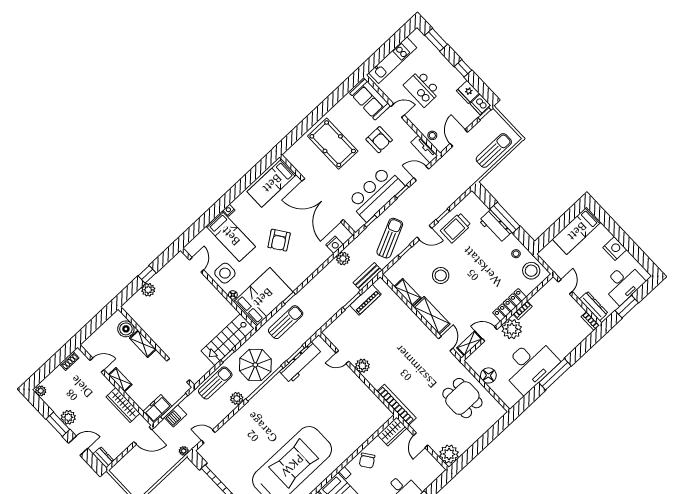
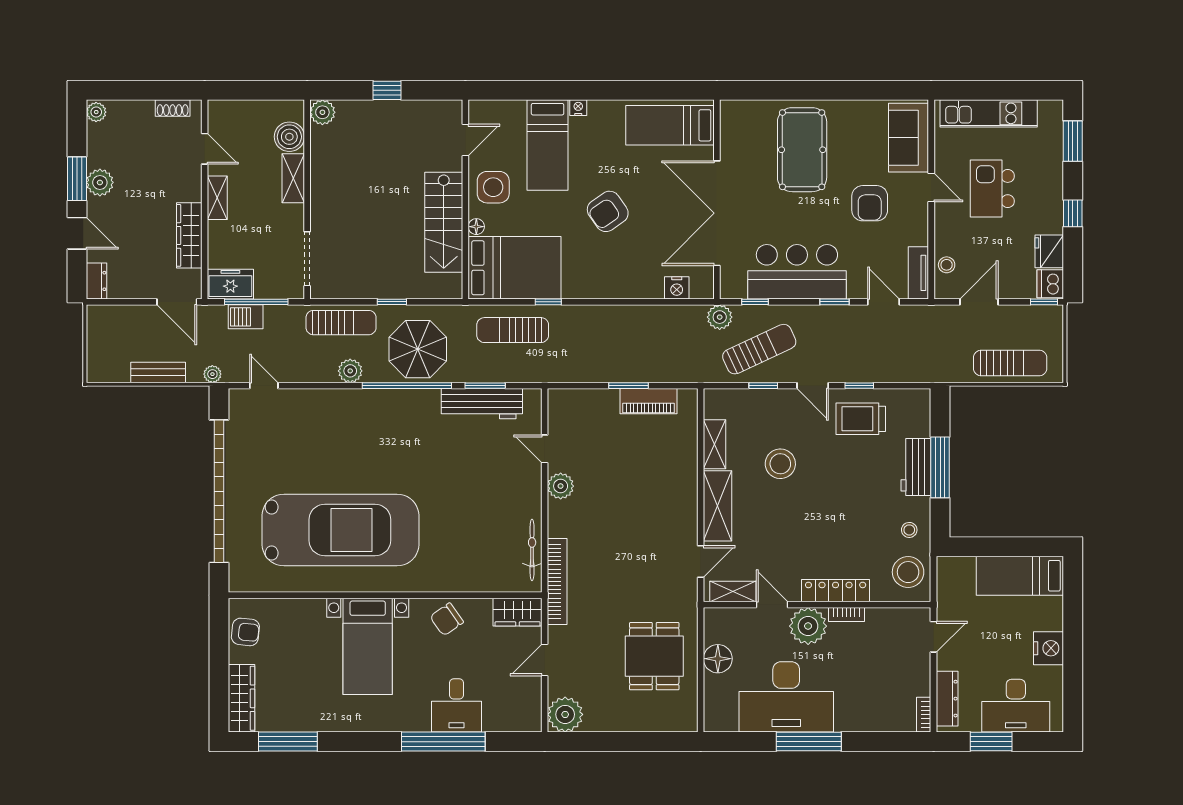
plant: (343, 258) -> (720, 317), moved
bench: (367, 277) -> (158, 372), moved
plant: (148, 290) -> (322, 112), moved
sun lounger: (286, 322) -> (513, 330), turned 180
stairs: (228, 340) -> (444, 222), moved, turned -90
bicycle: (375, 402) -> (532, 550), added

